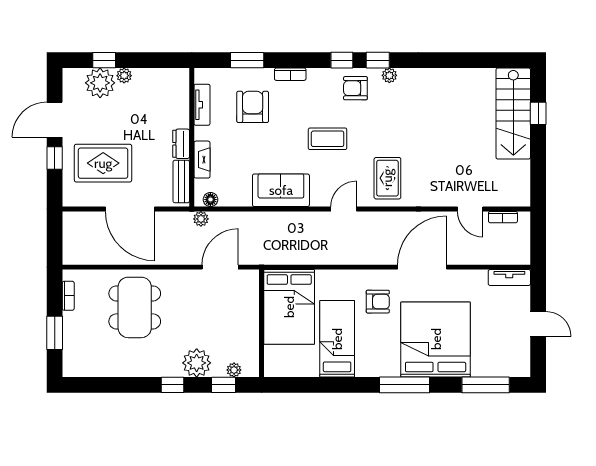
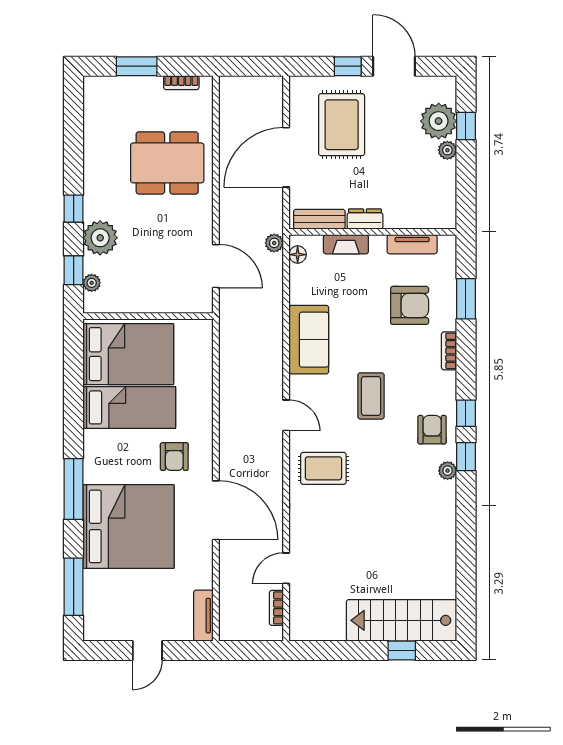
bed: (289, 307) -> (128, 354), moved, turned 180

